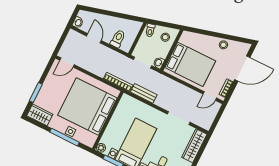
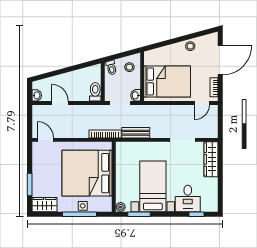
toilet: (118, 39) -> (95, 92), moved
door: (67, 62) -> (45, 140), swing flipped

